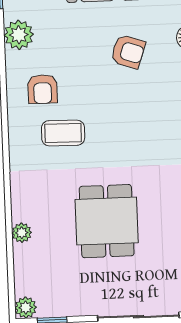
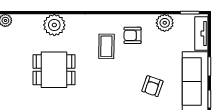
plant: (22, 233) -> (54, 25), width x1.87, depth x1.87

